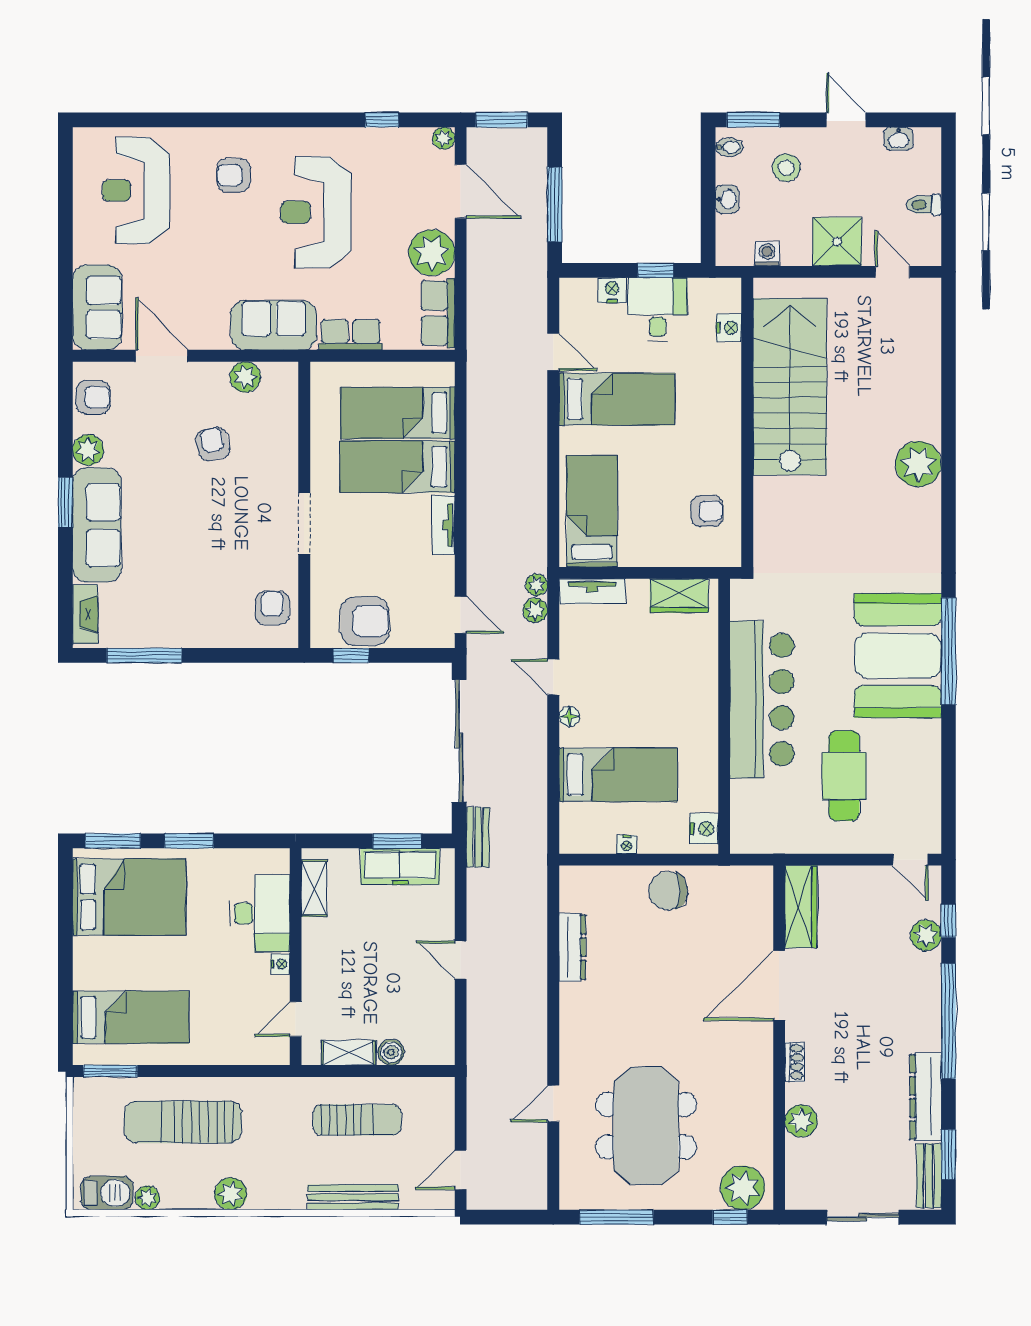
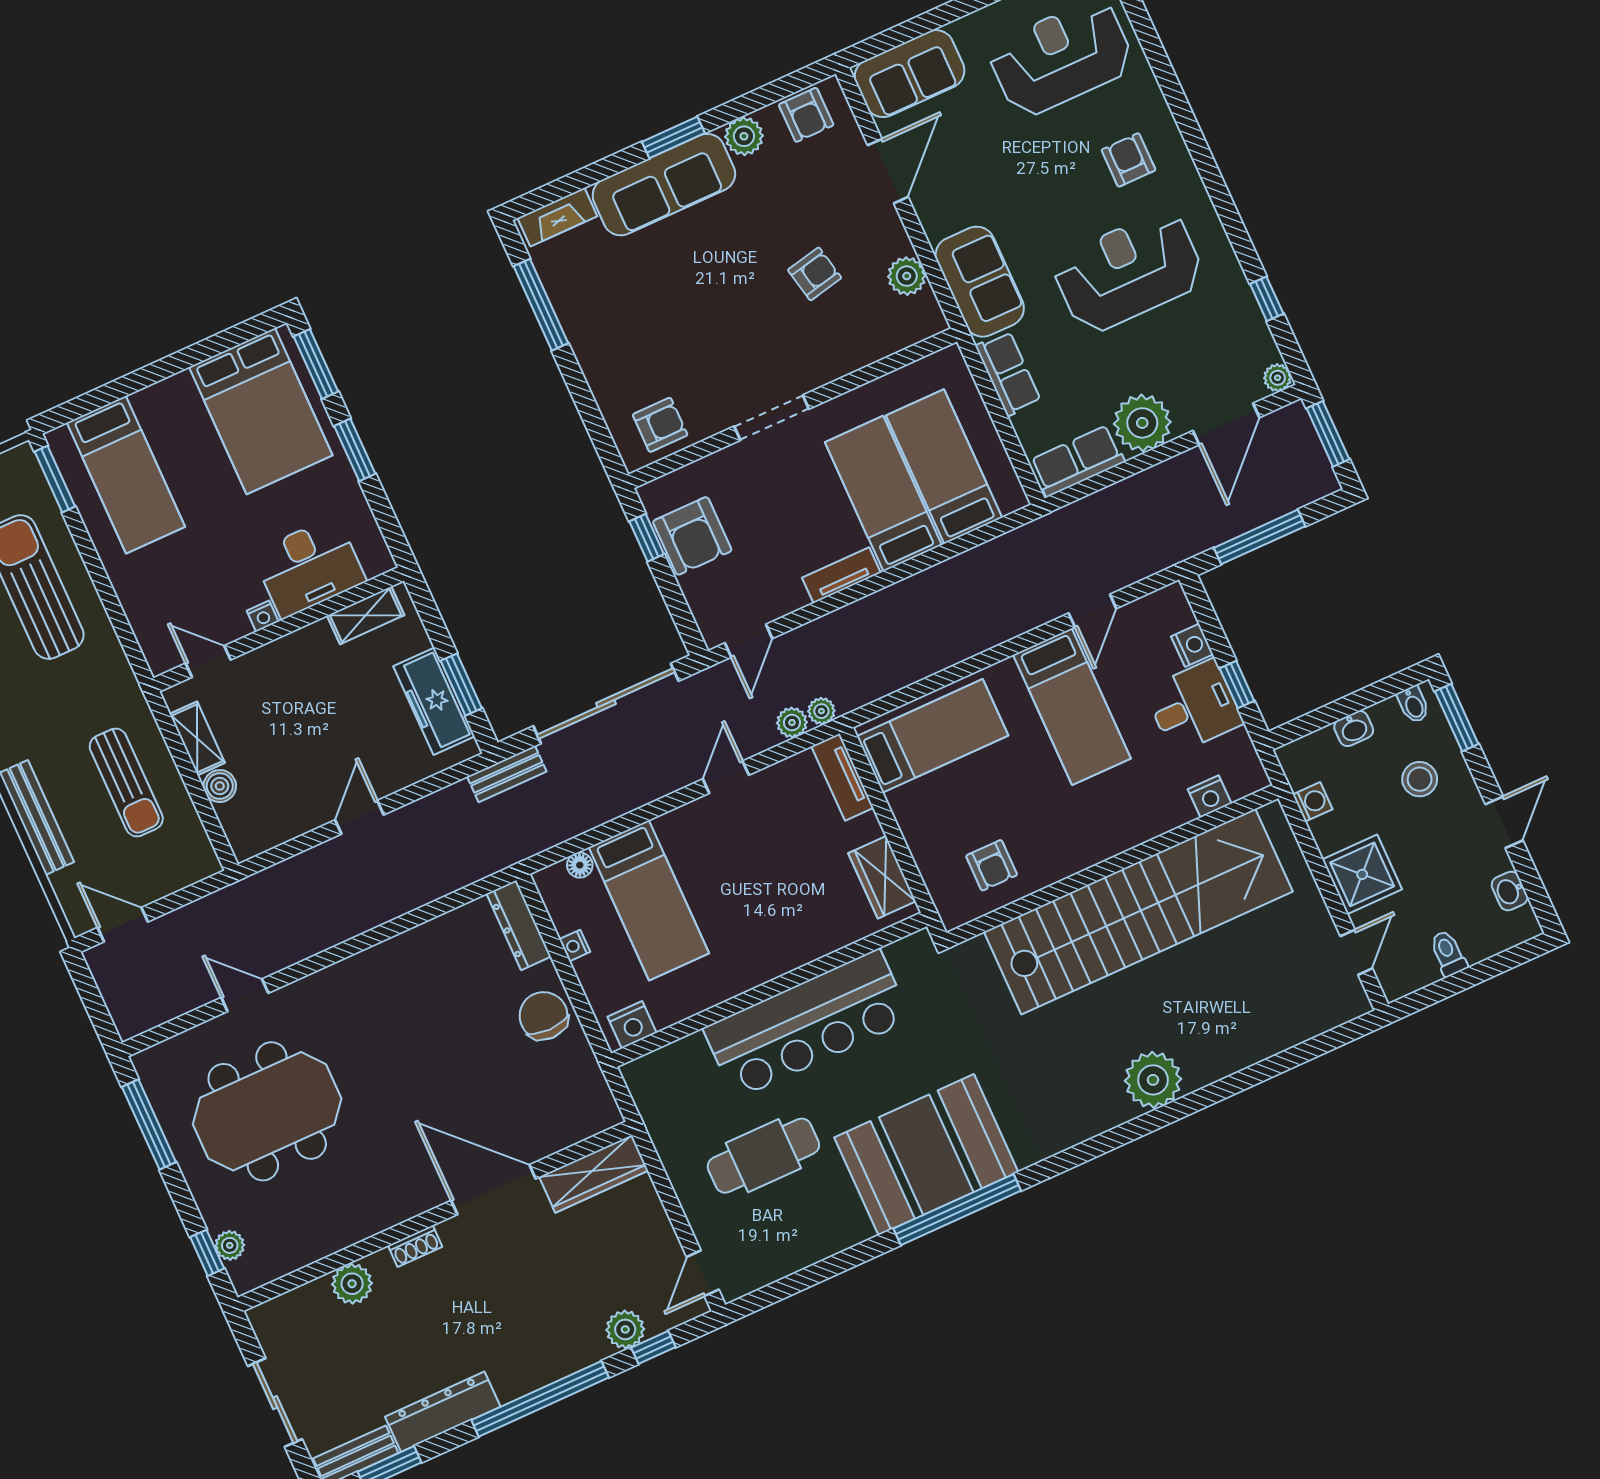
stairs: (790, 387) -> (1138, 912), width x1.36
floor lamp: (569, 717) -> (580, 865), moved
dresser: (572, 947) -> (519, 925), moved, turned 90
plant: (743, 1188) -> (230, 1245), width x0.53, depth x0.53

